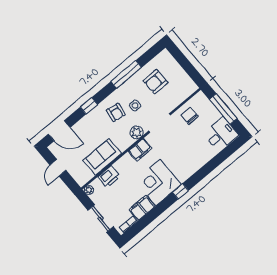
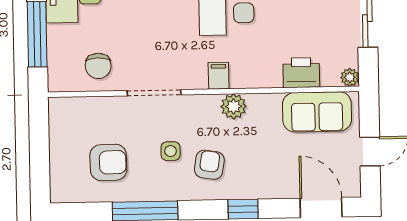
plant: (137, 132) -> (234, 106), moved
filing cabinet: (140, 150) -> (219, 76), width x0.50
sofa: (102, 157) -> (317, 112), moved

